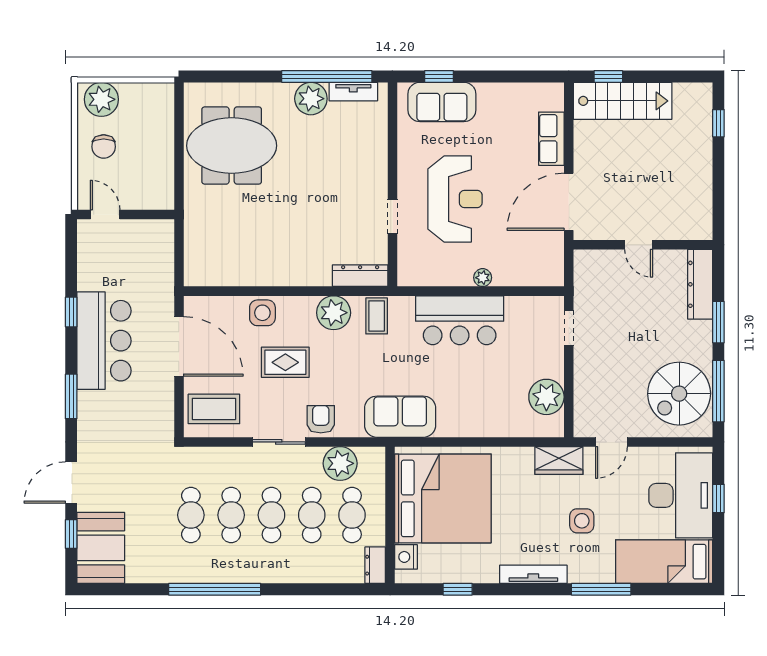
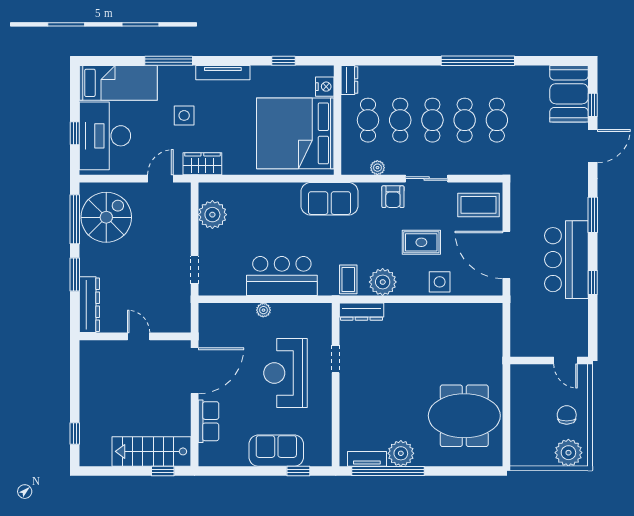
sofa: (442, 102) -> (276, 451), moved
plant: (340, 463) -> (377, 168), width x0.53, depth x0.53

